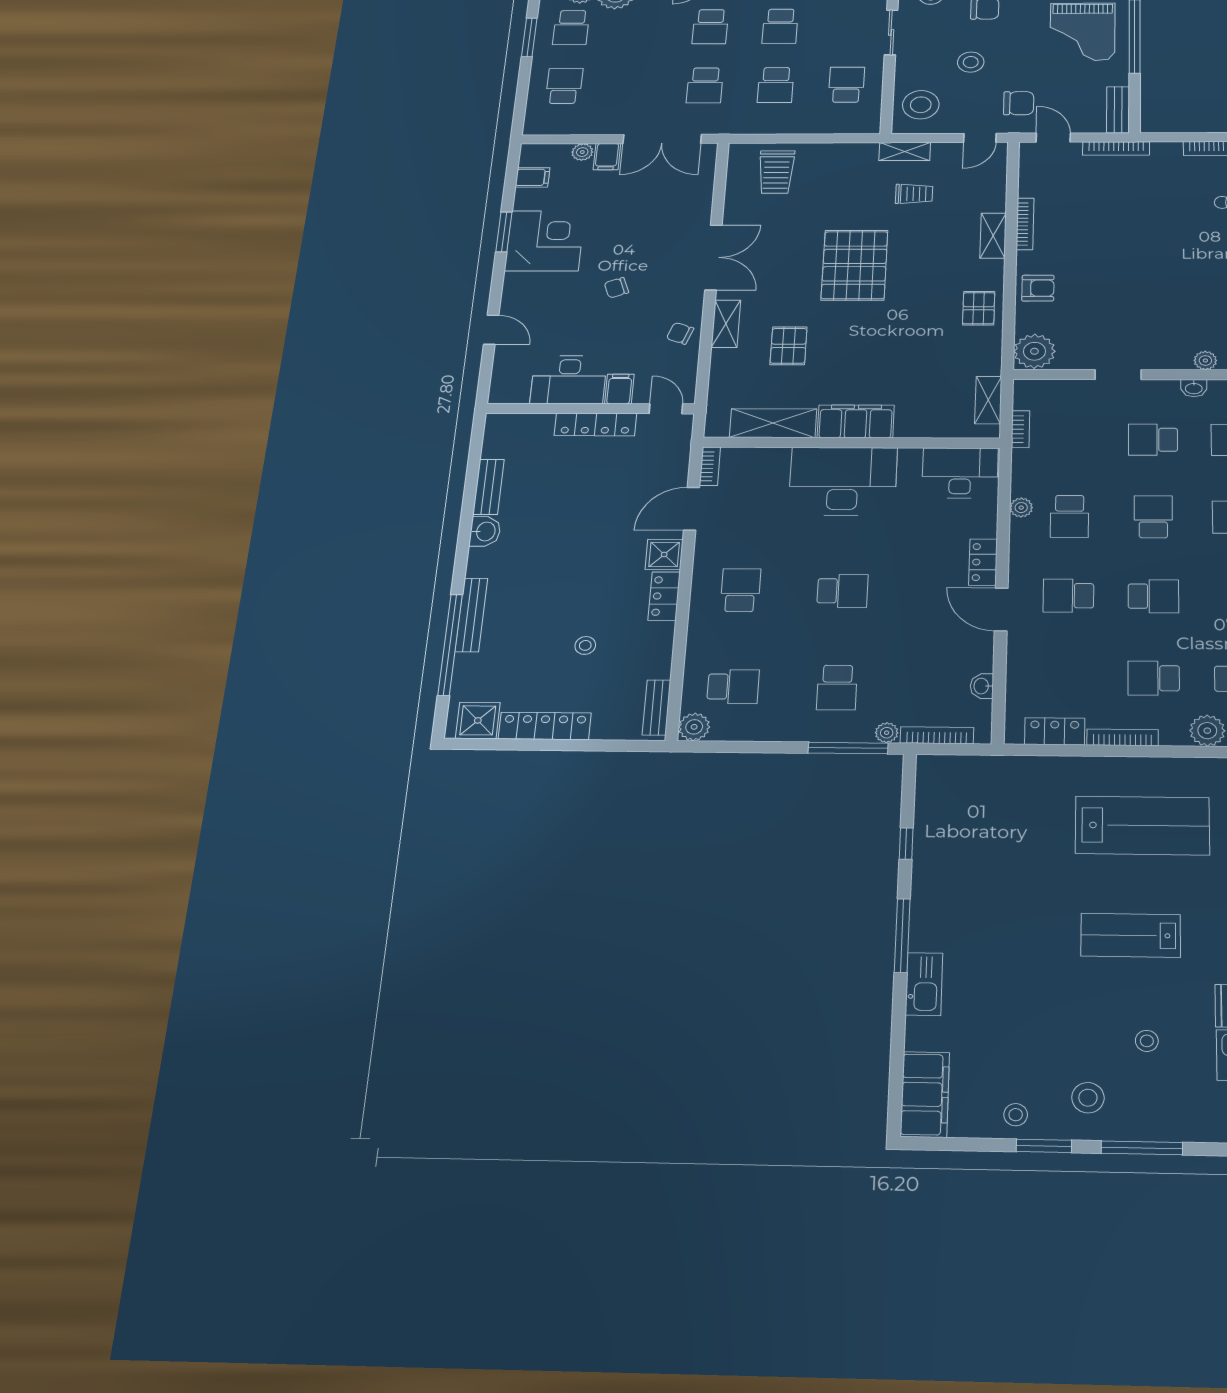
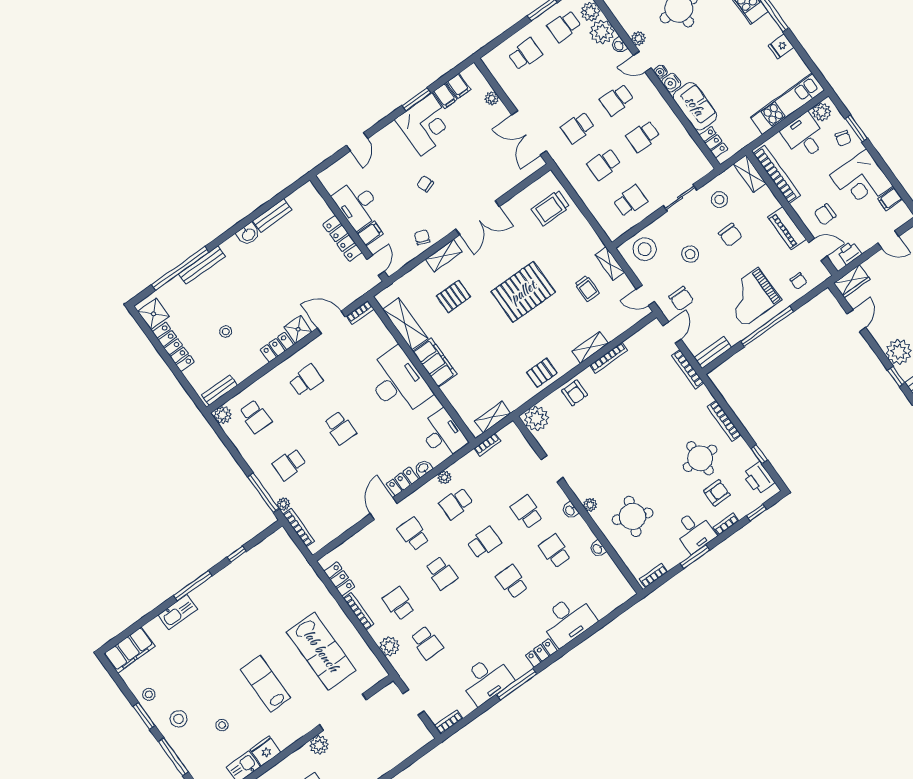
filing cabinet: (607, 157) -> (445, 96), moved, turned -90
washbasin: (982, 686) -> (423, 468), moved

